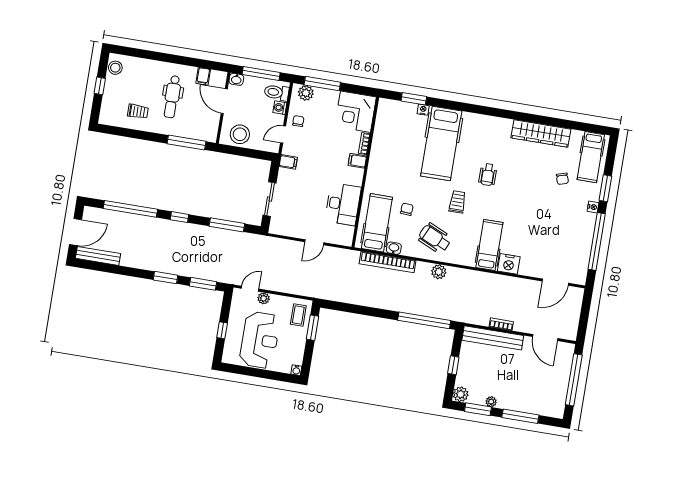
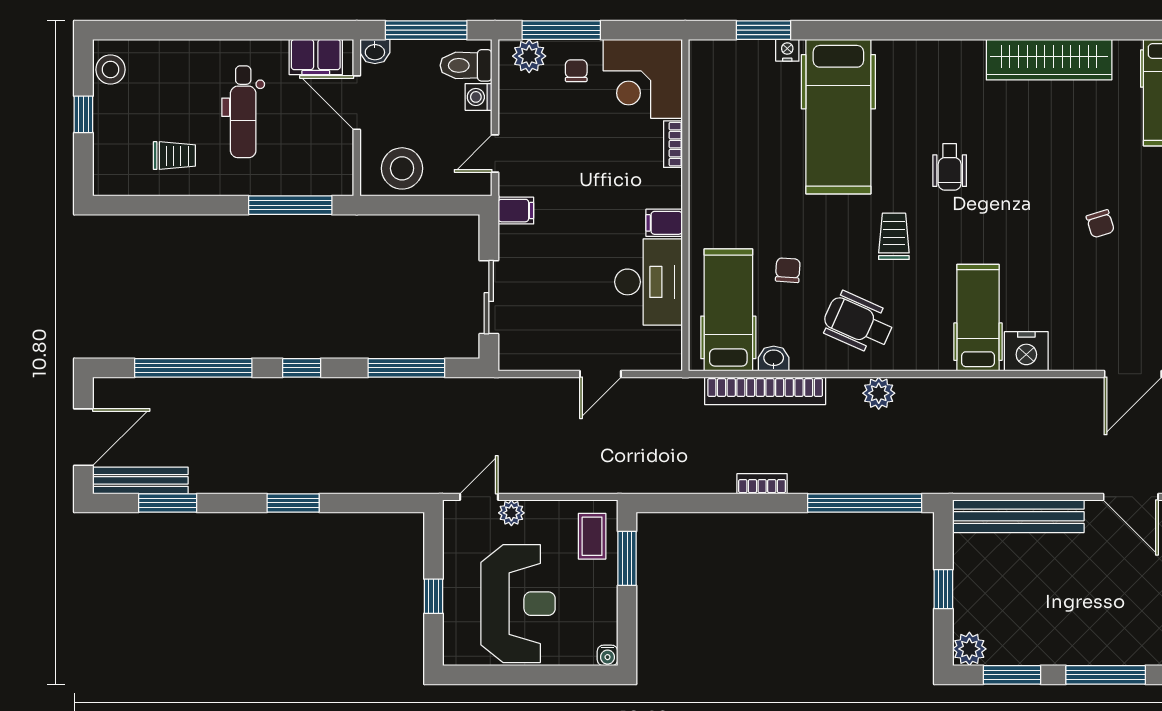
filing cabinet: (203, 76) -> (316, 57), width x2.00
chair: (298, 121) -> (576, 71), moved
filing cabinet: (357, 161) -> (664, 223), moved
chair: (562, 179) -> (1100, 224), moved
window: (203, 284) -> (168, 503), moved
bookcase: (501, 324) -> (762, 484), moved
plant: (491, 402) -> (1038, 654), removed

